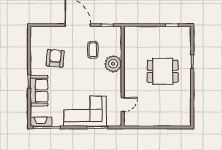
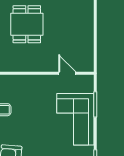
plant: (113, 64) -> (18, 85), removed

